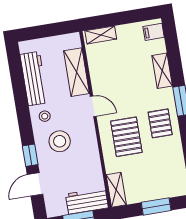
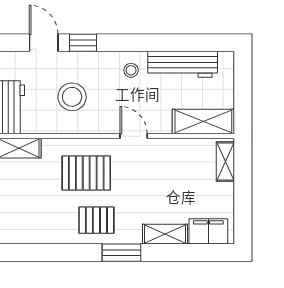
filing cabinet: (154, 32) -> (208, 231), width x2.00
shelving: (76, 72) -> (203, 122), moved
door: (93, 106) -> (134, 136), swing flipped
stool: (60, 141) -> (72, 97), moved

